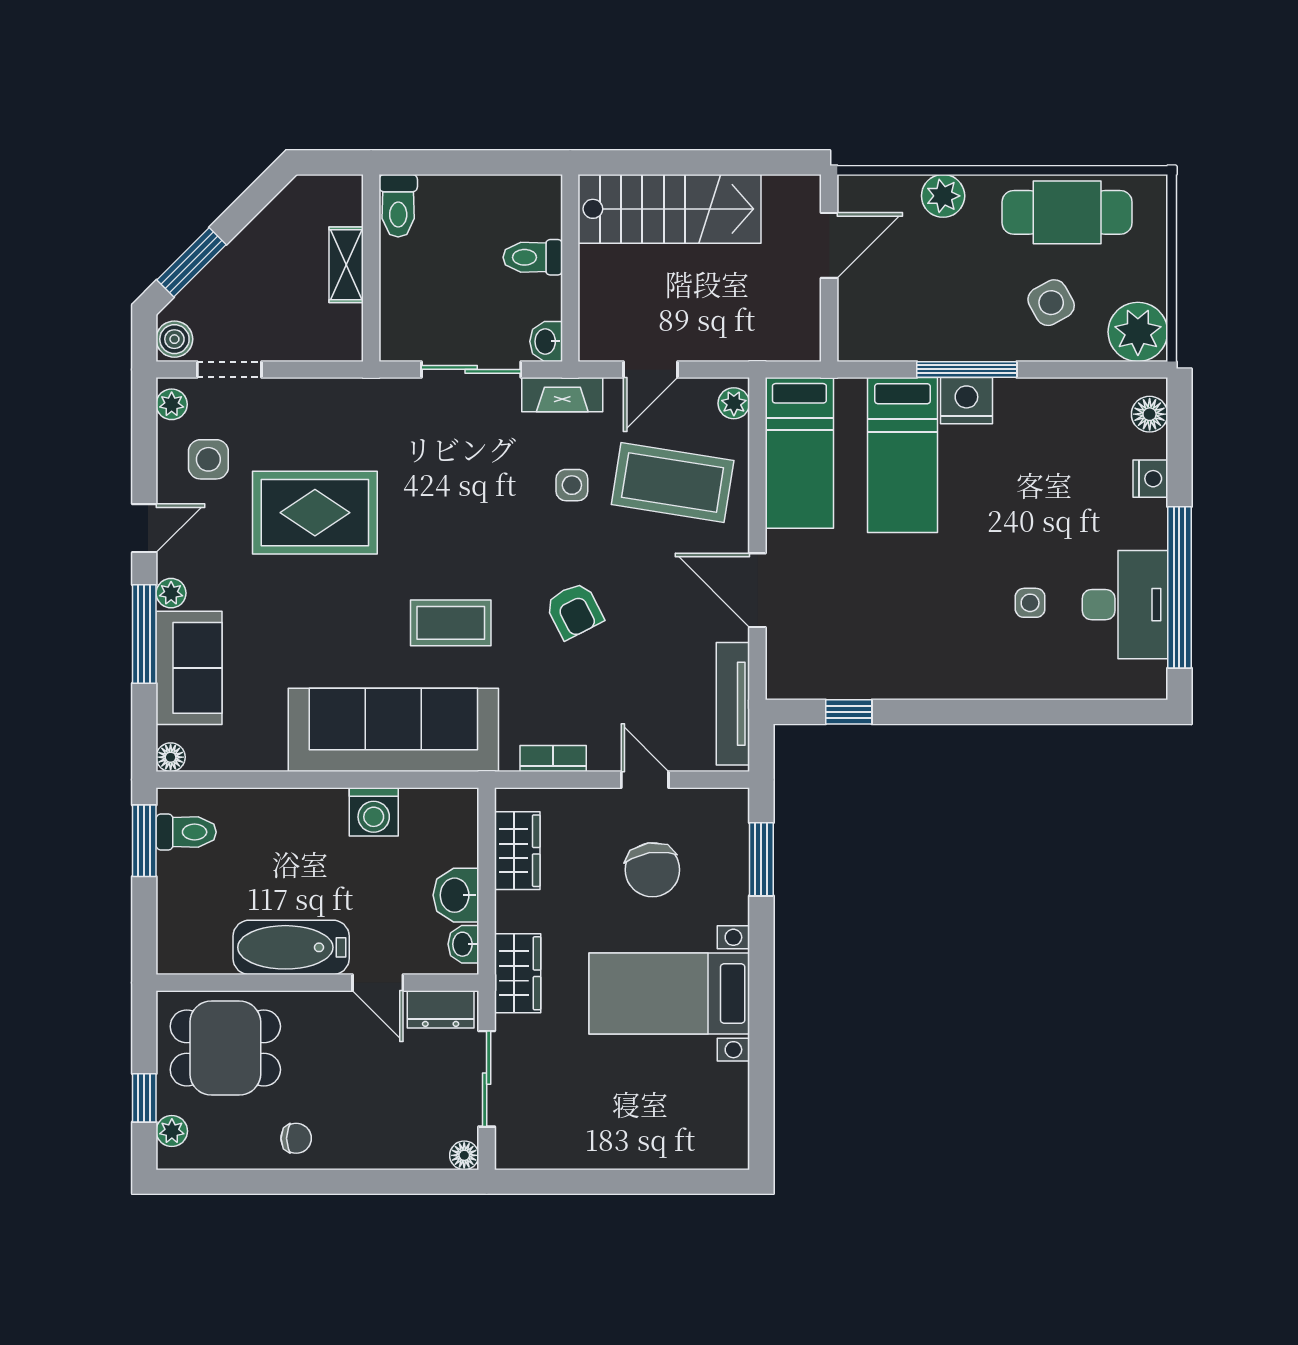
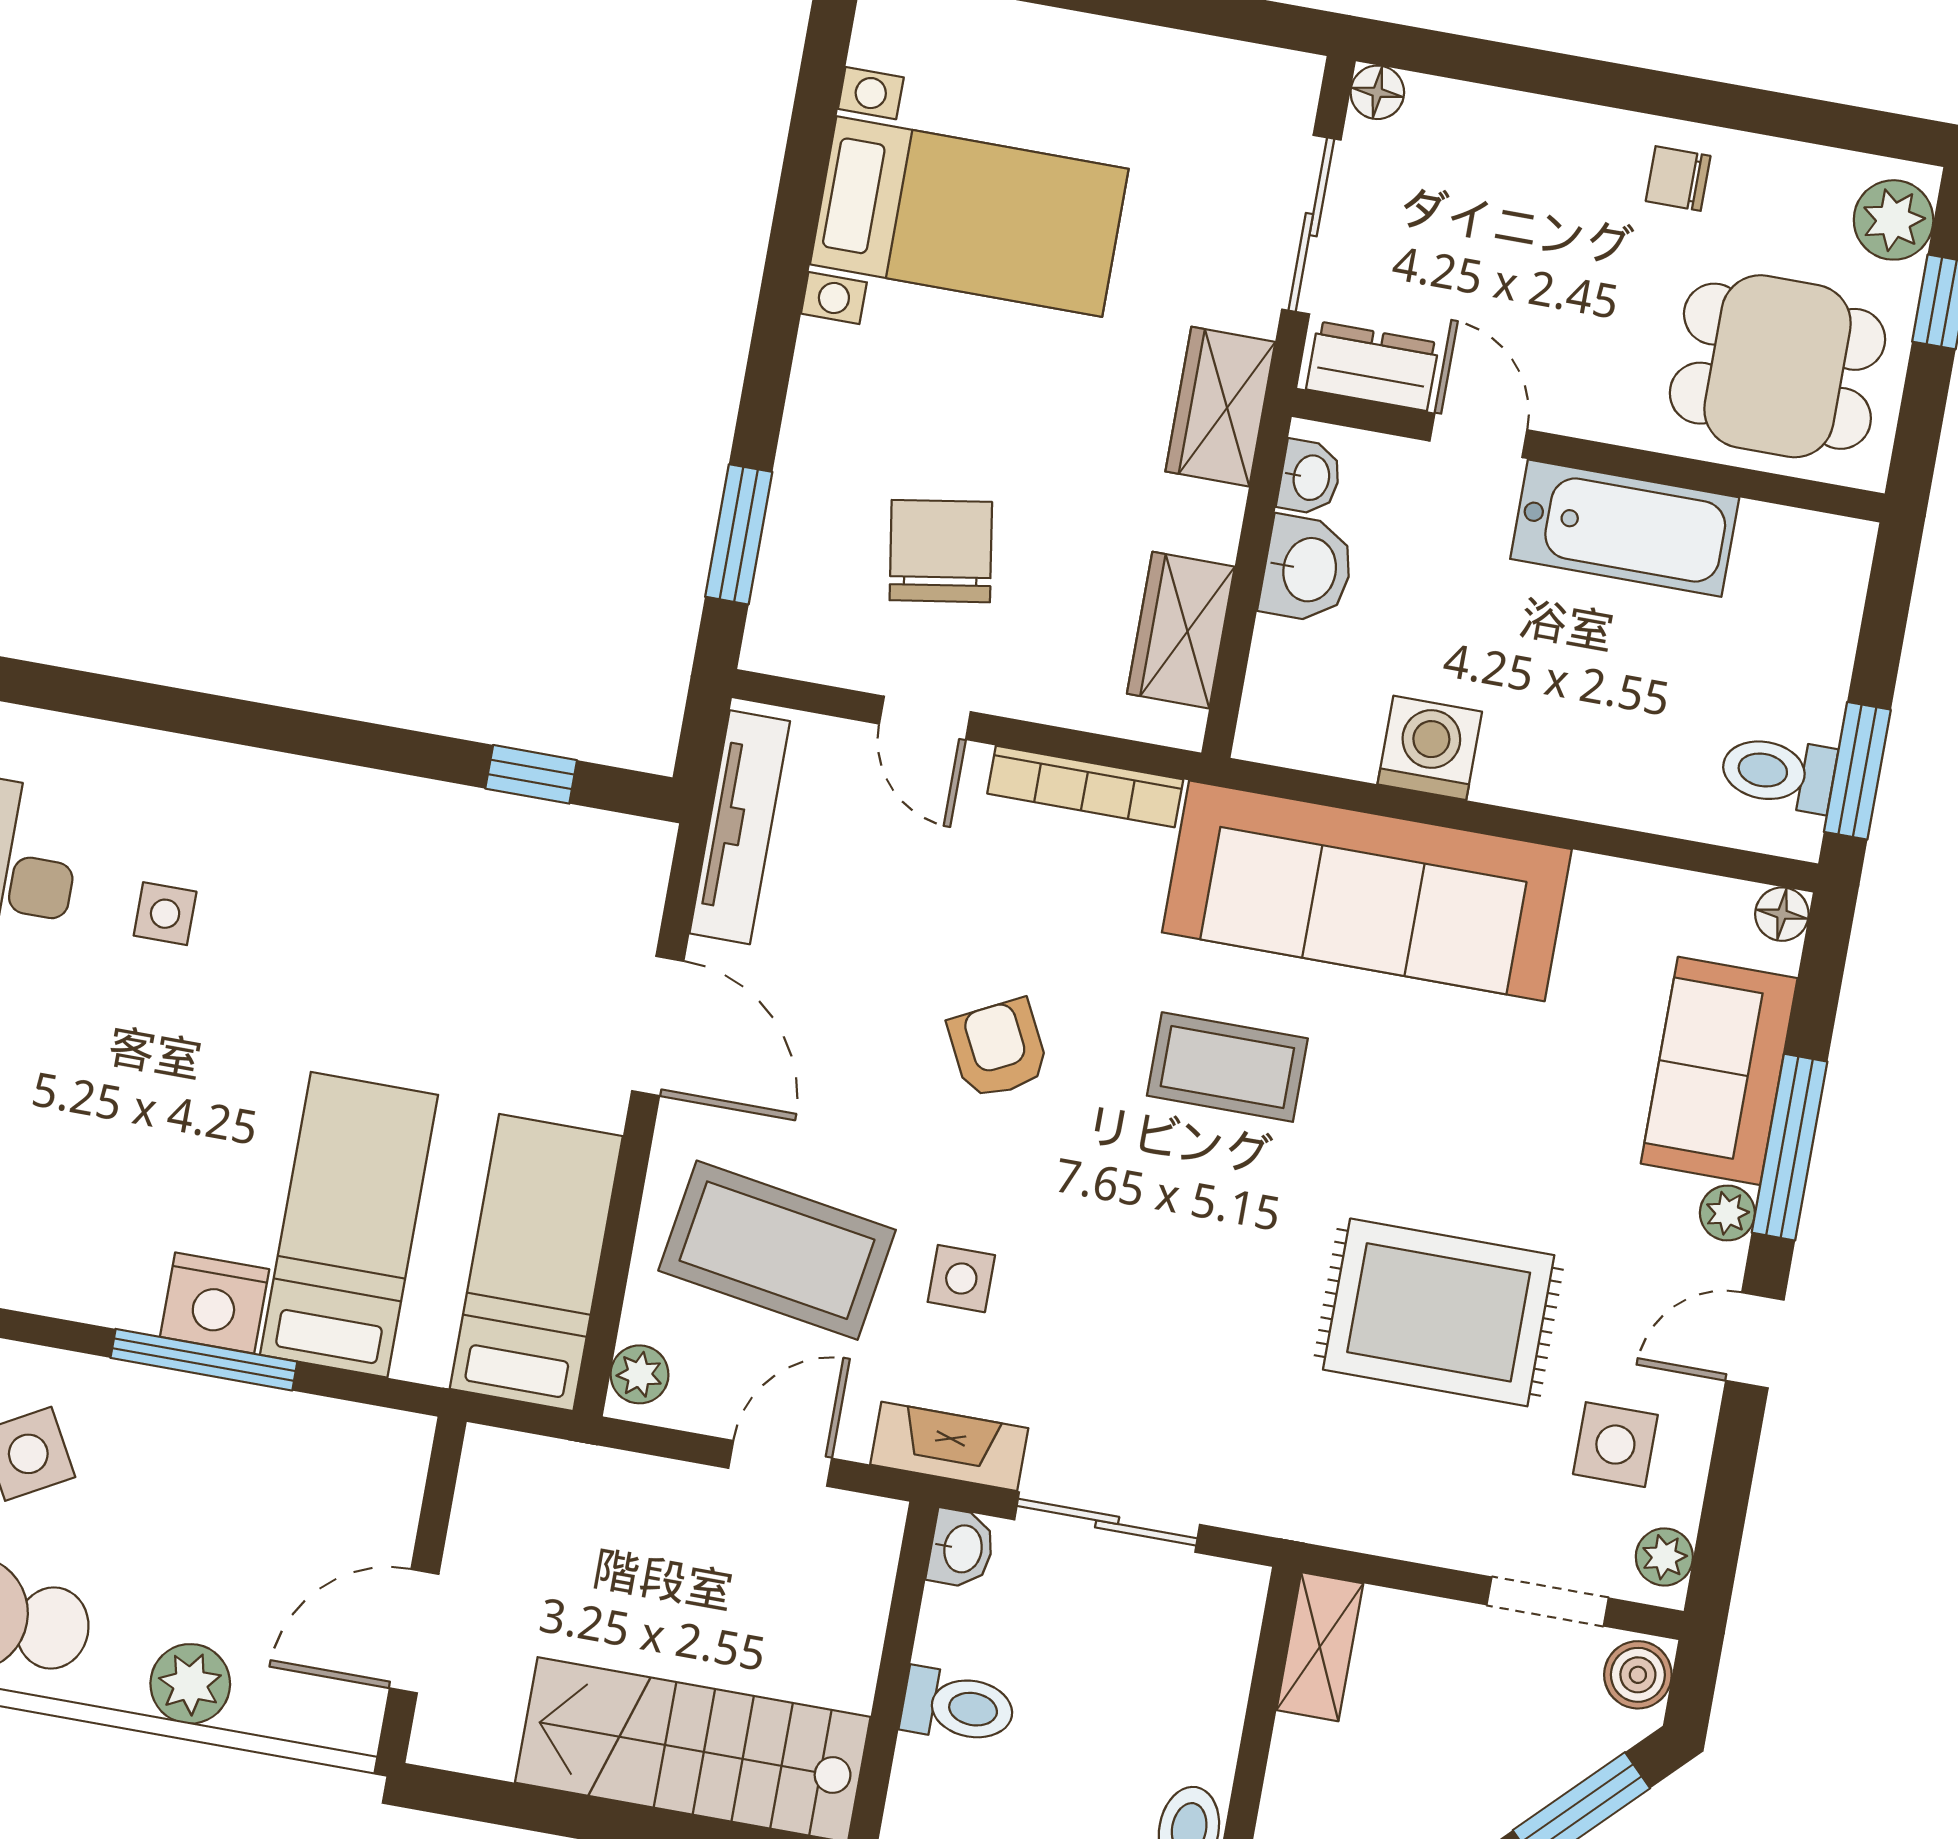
shelving: (346, 265) -> (1320, 1647), moved
bookcase: (553, 758) -> (1085, 786), width x1.56
bed with nightstands: (669, 993) -> (969, 217), moved
plant: (172, 1131) -> (1894, 220), width x1.38, depth x1.38

